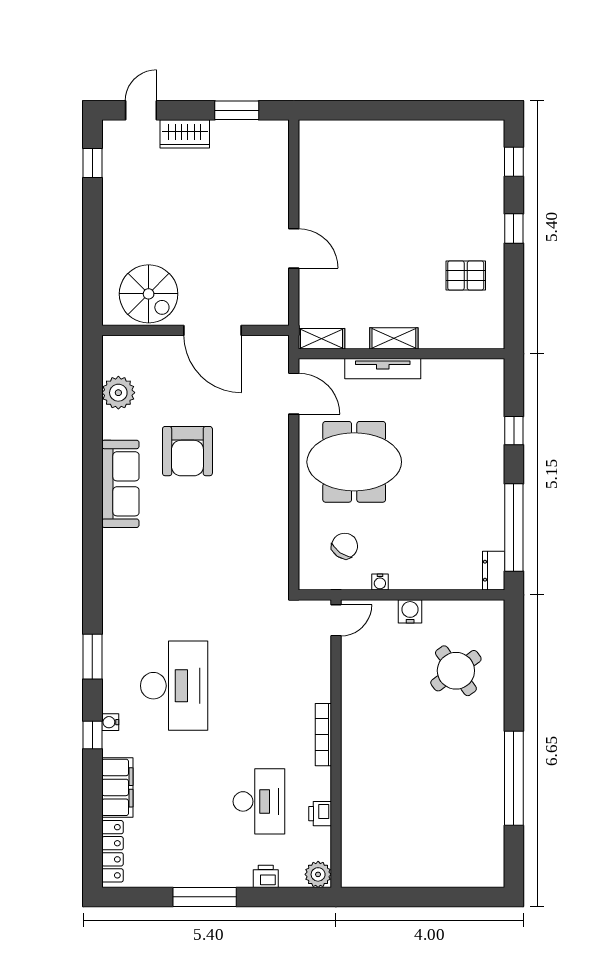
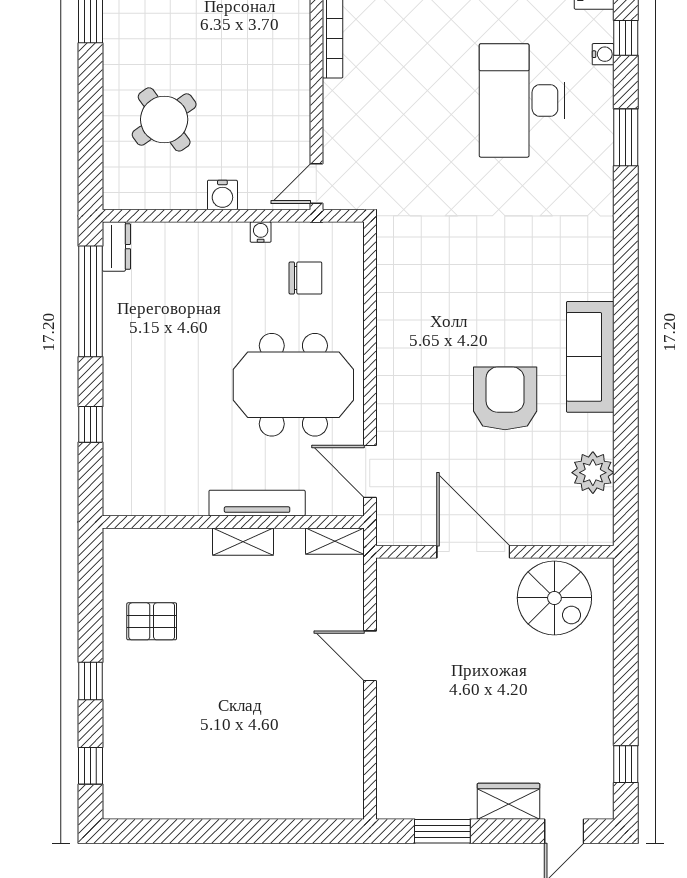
spiral stairs: (149, 294) -> (554, 598), turned 180
chair: (345, 546) -> (305, 278), turned -125

